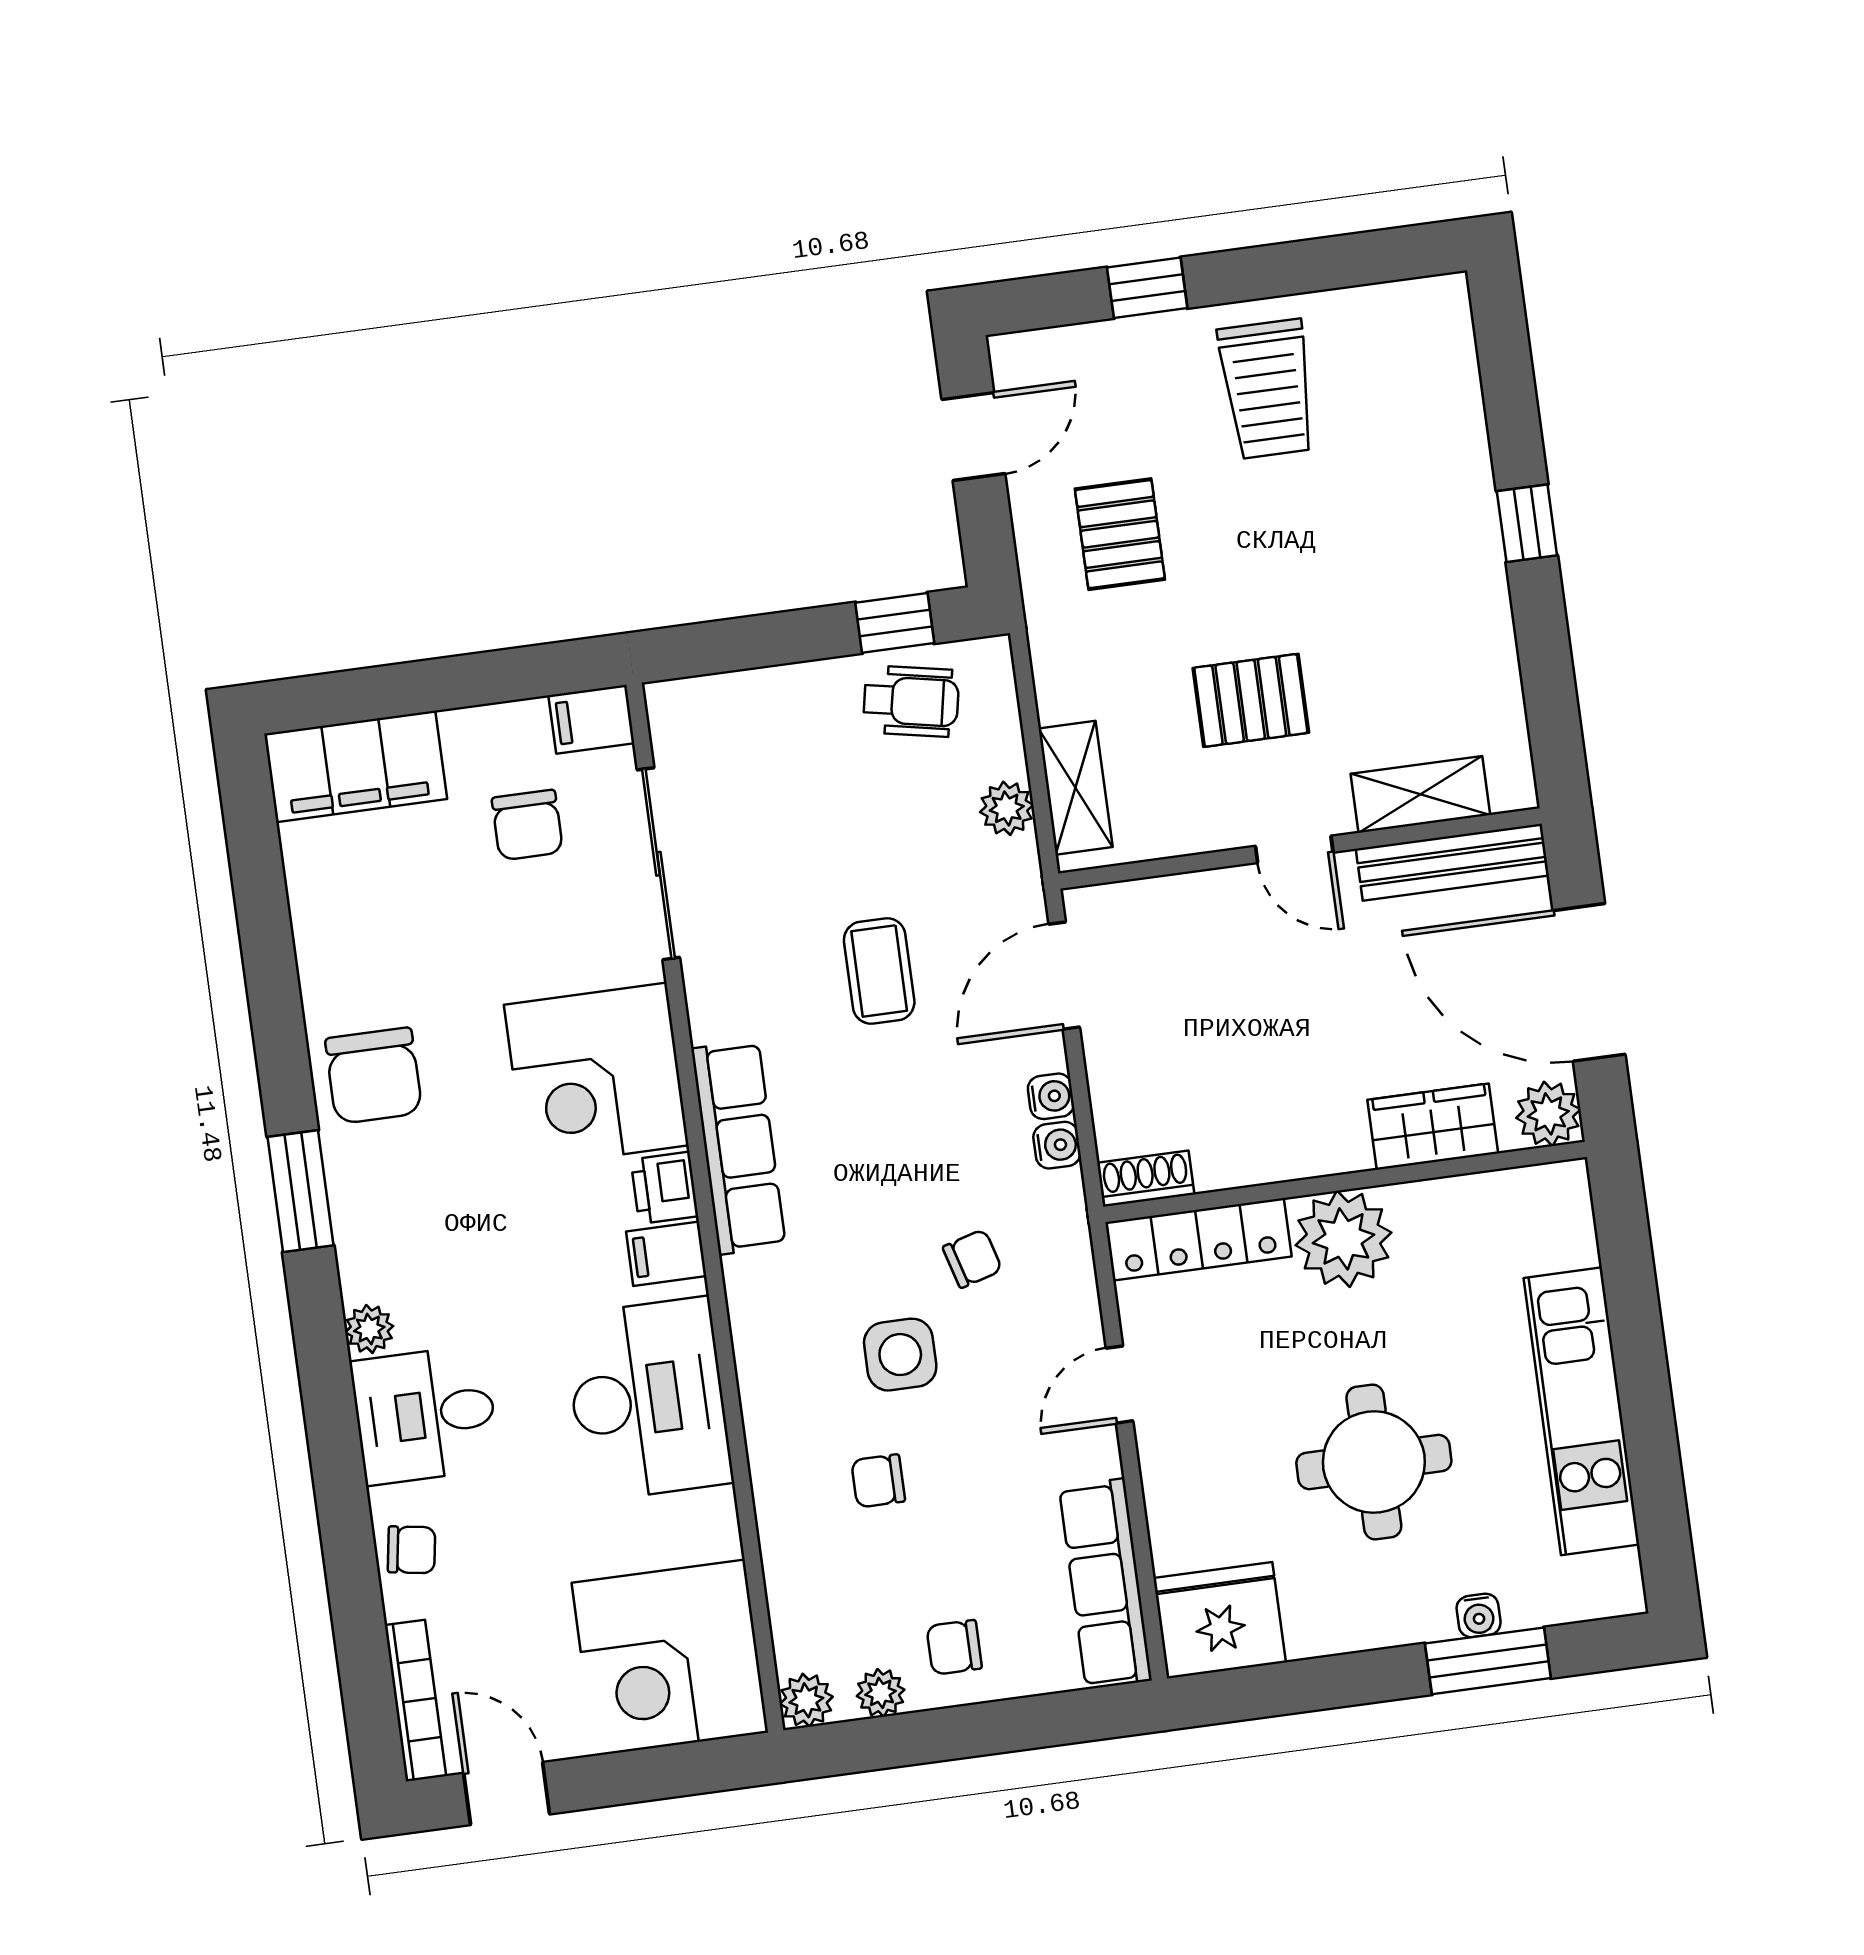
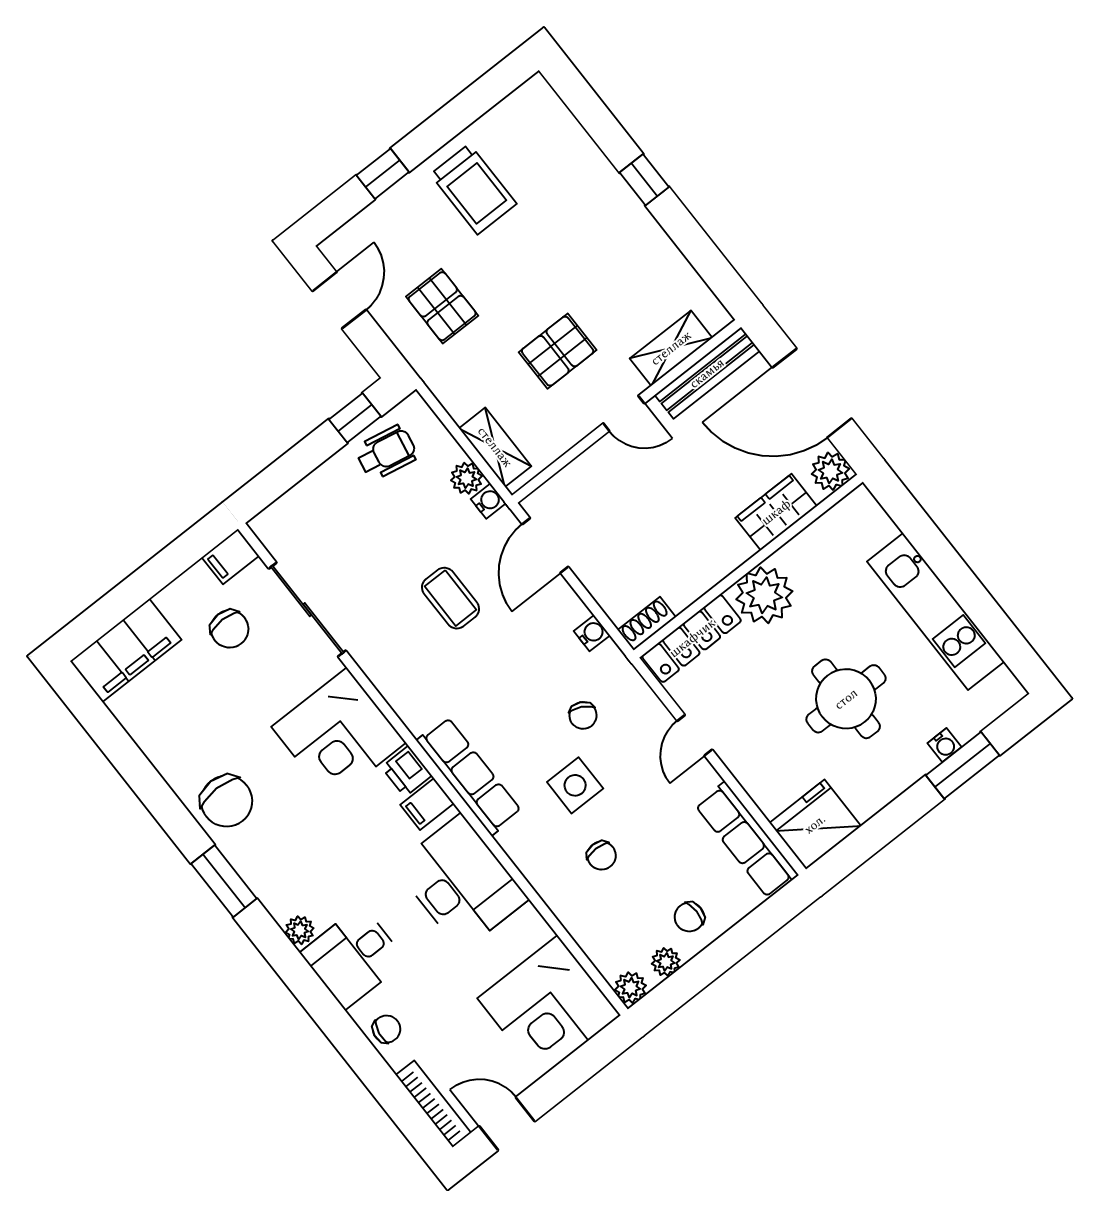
water cooler: (1051, 1096) -> (488, 501), moved
row of seats: (738, 1147) -> (469, 776), moved
chair: (972, 1259) -> (583, 715), turned 133
chair: (878, 1481) -> (602, 856), turned -90

